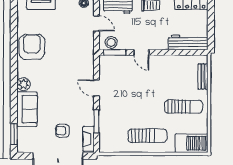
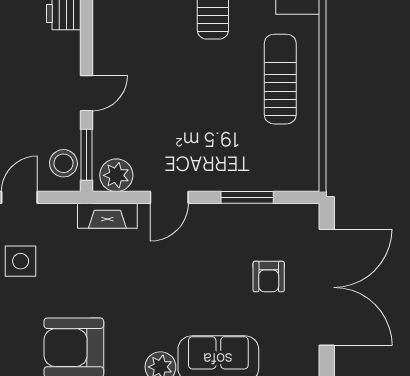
side table: (69, 24) -> (21, 261), added
plant: (106, 65) -> (116, 175), added
fireplace: (89, 139) -> (107, 216), moved

